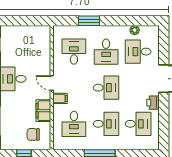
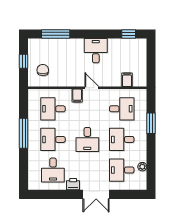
desk: (138, 52) -> (122, 170), turned -90
door: (52, 83) -> (92, 88), hinge flipped
filing cabinet: (43, 111) -> (127, 80), moved, width x0.50
desk: (106, 124) -> (53, 139), turned 90

